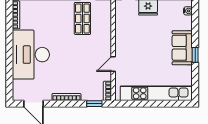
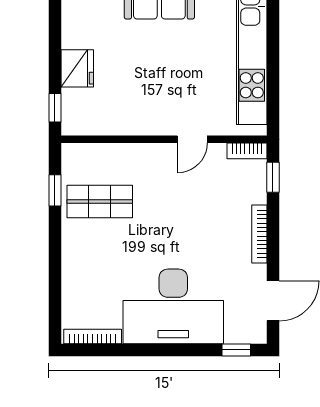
door: (113, 64) -> (192, 139), hinge flipped
window: (9, 86) -> (236, 350), added

